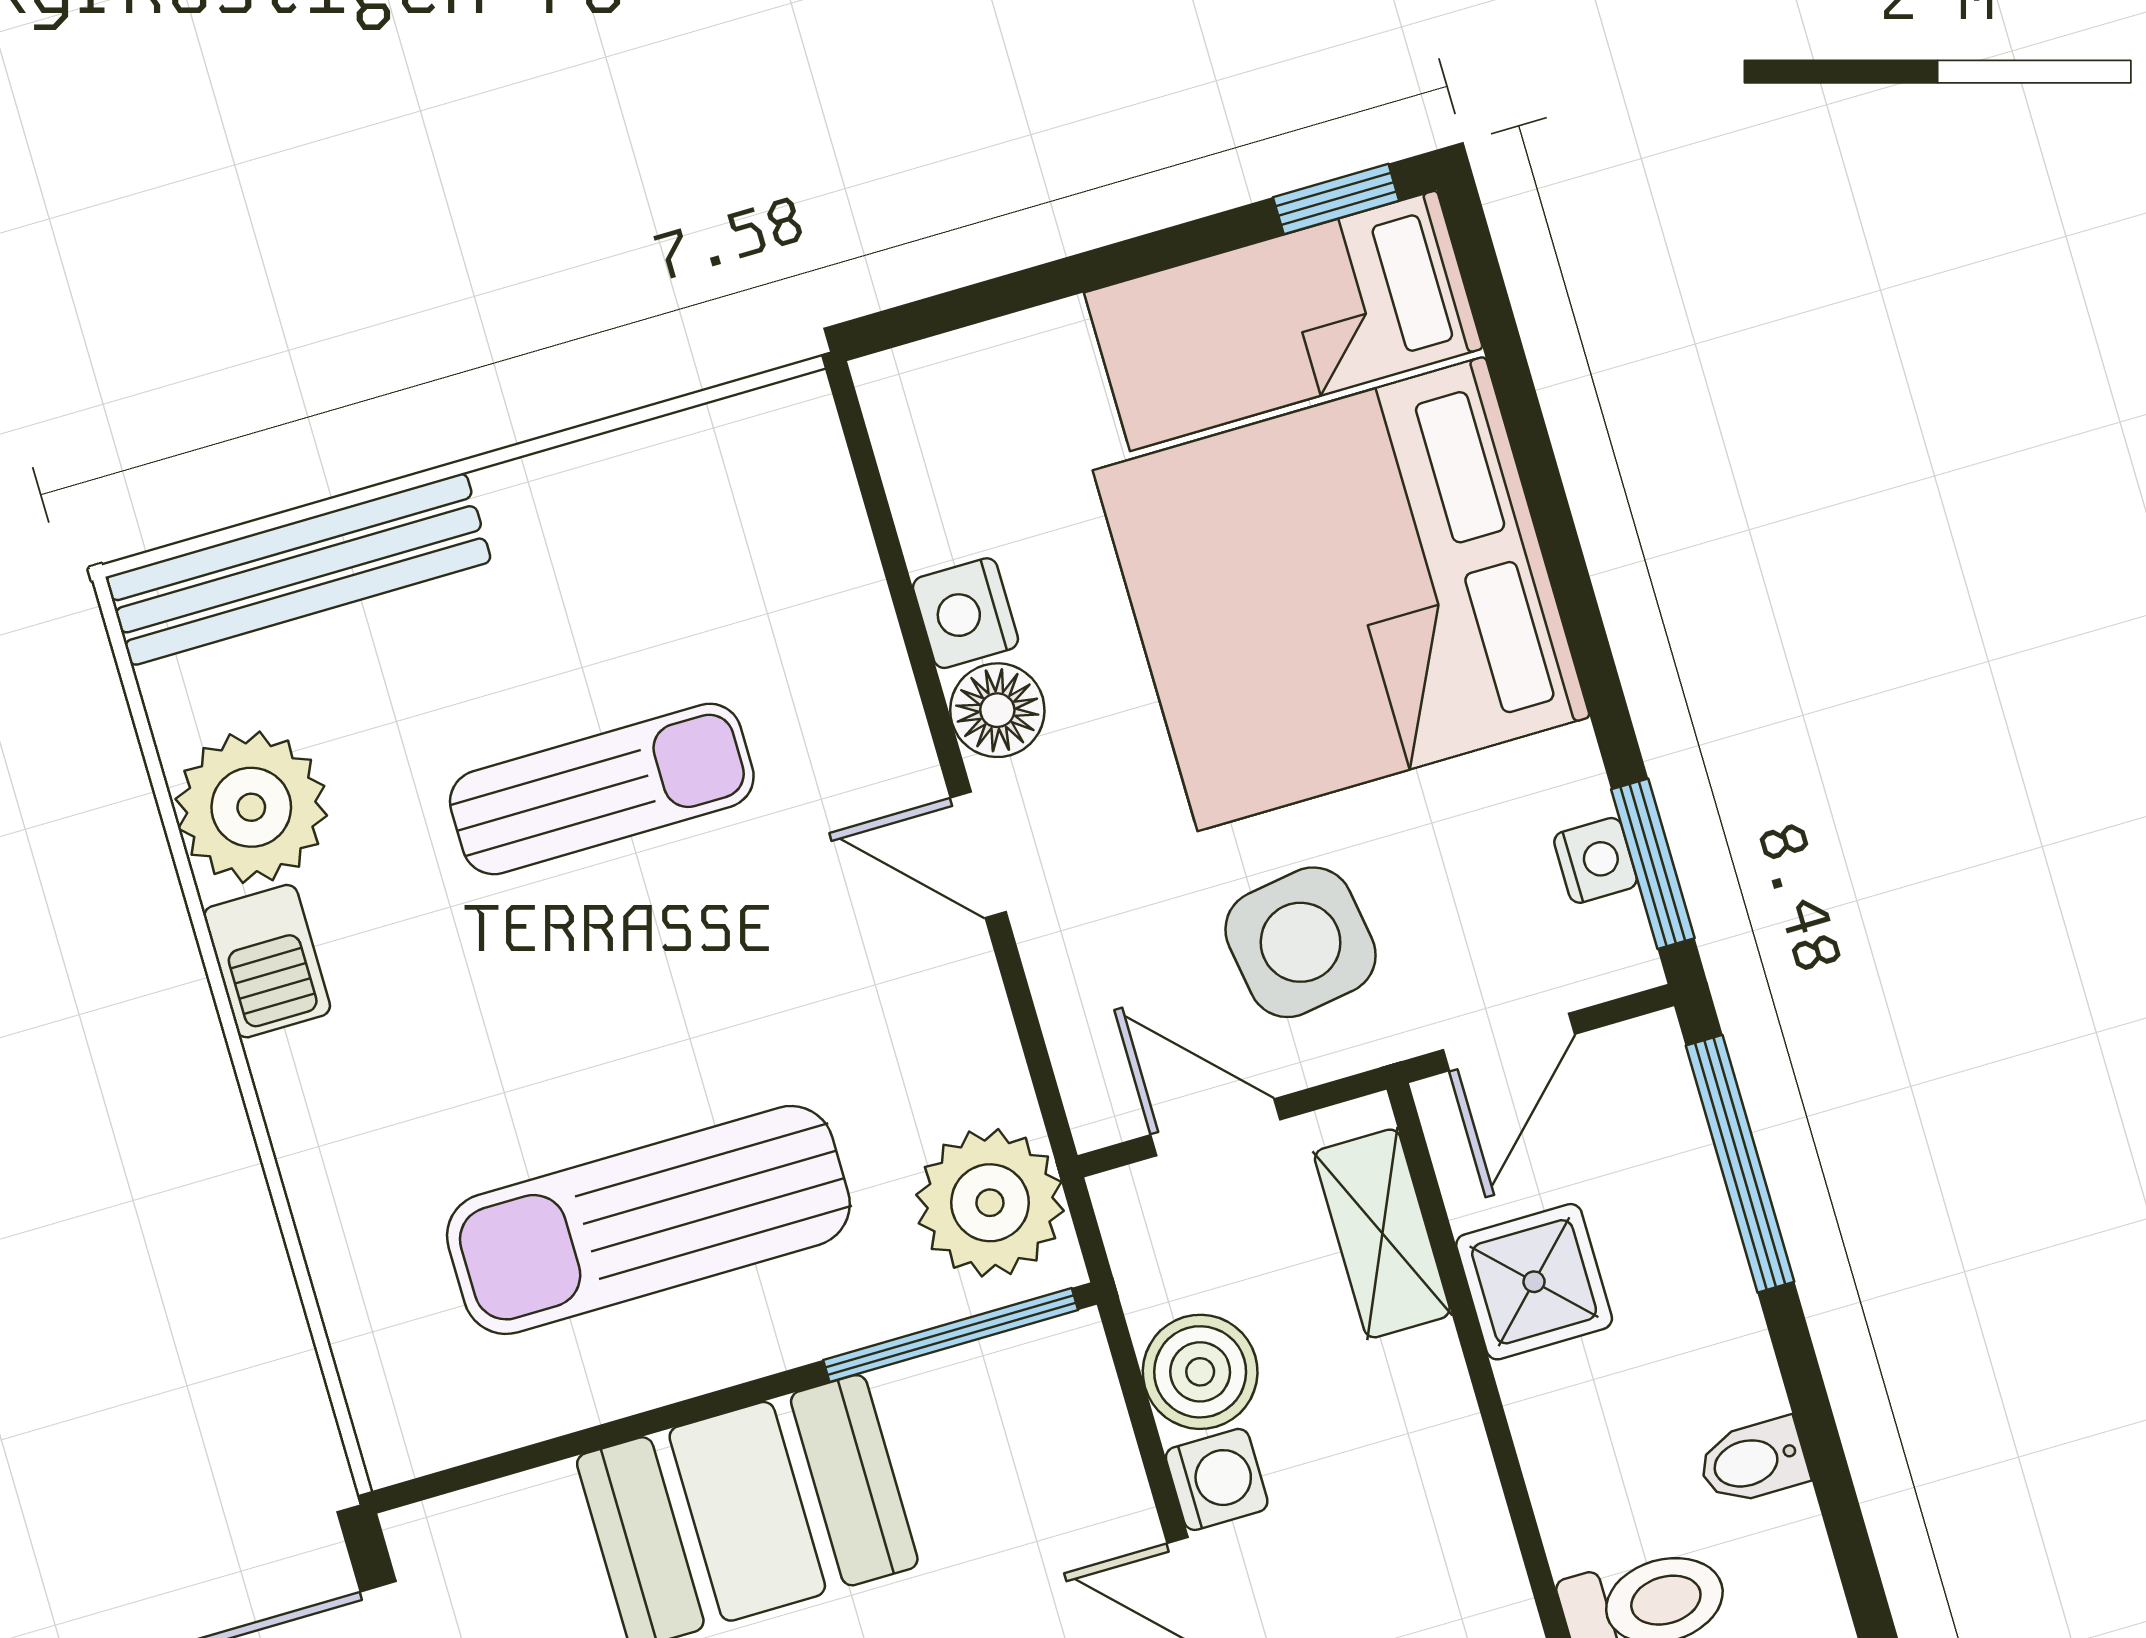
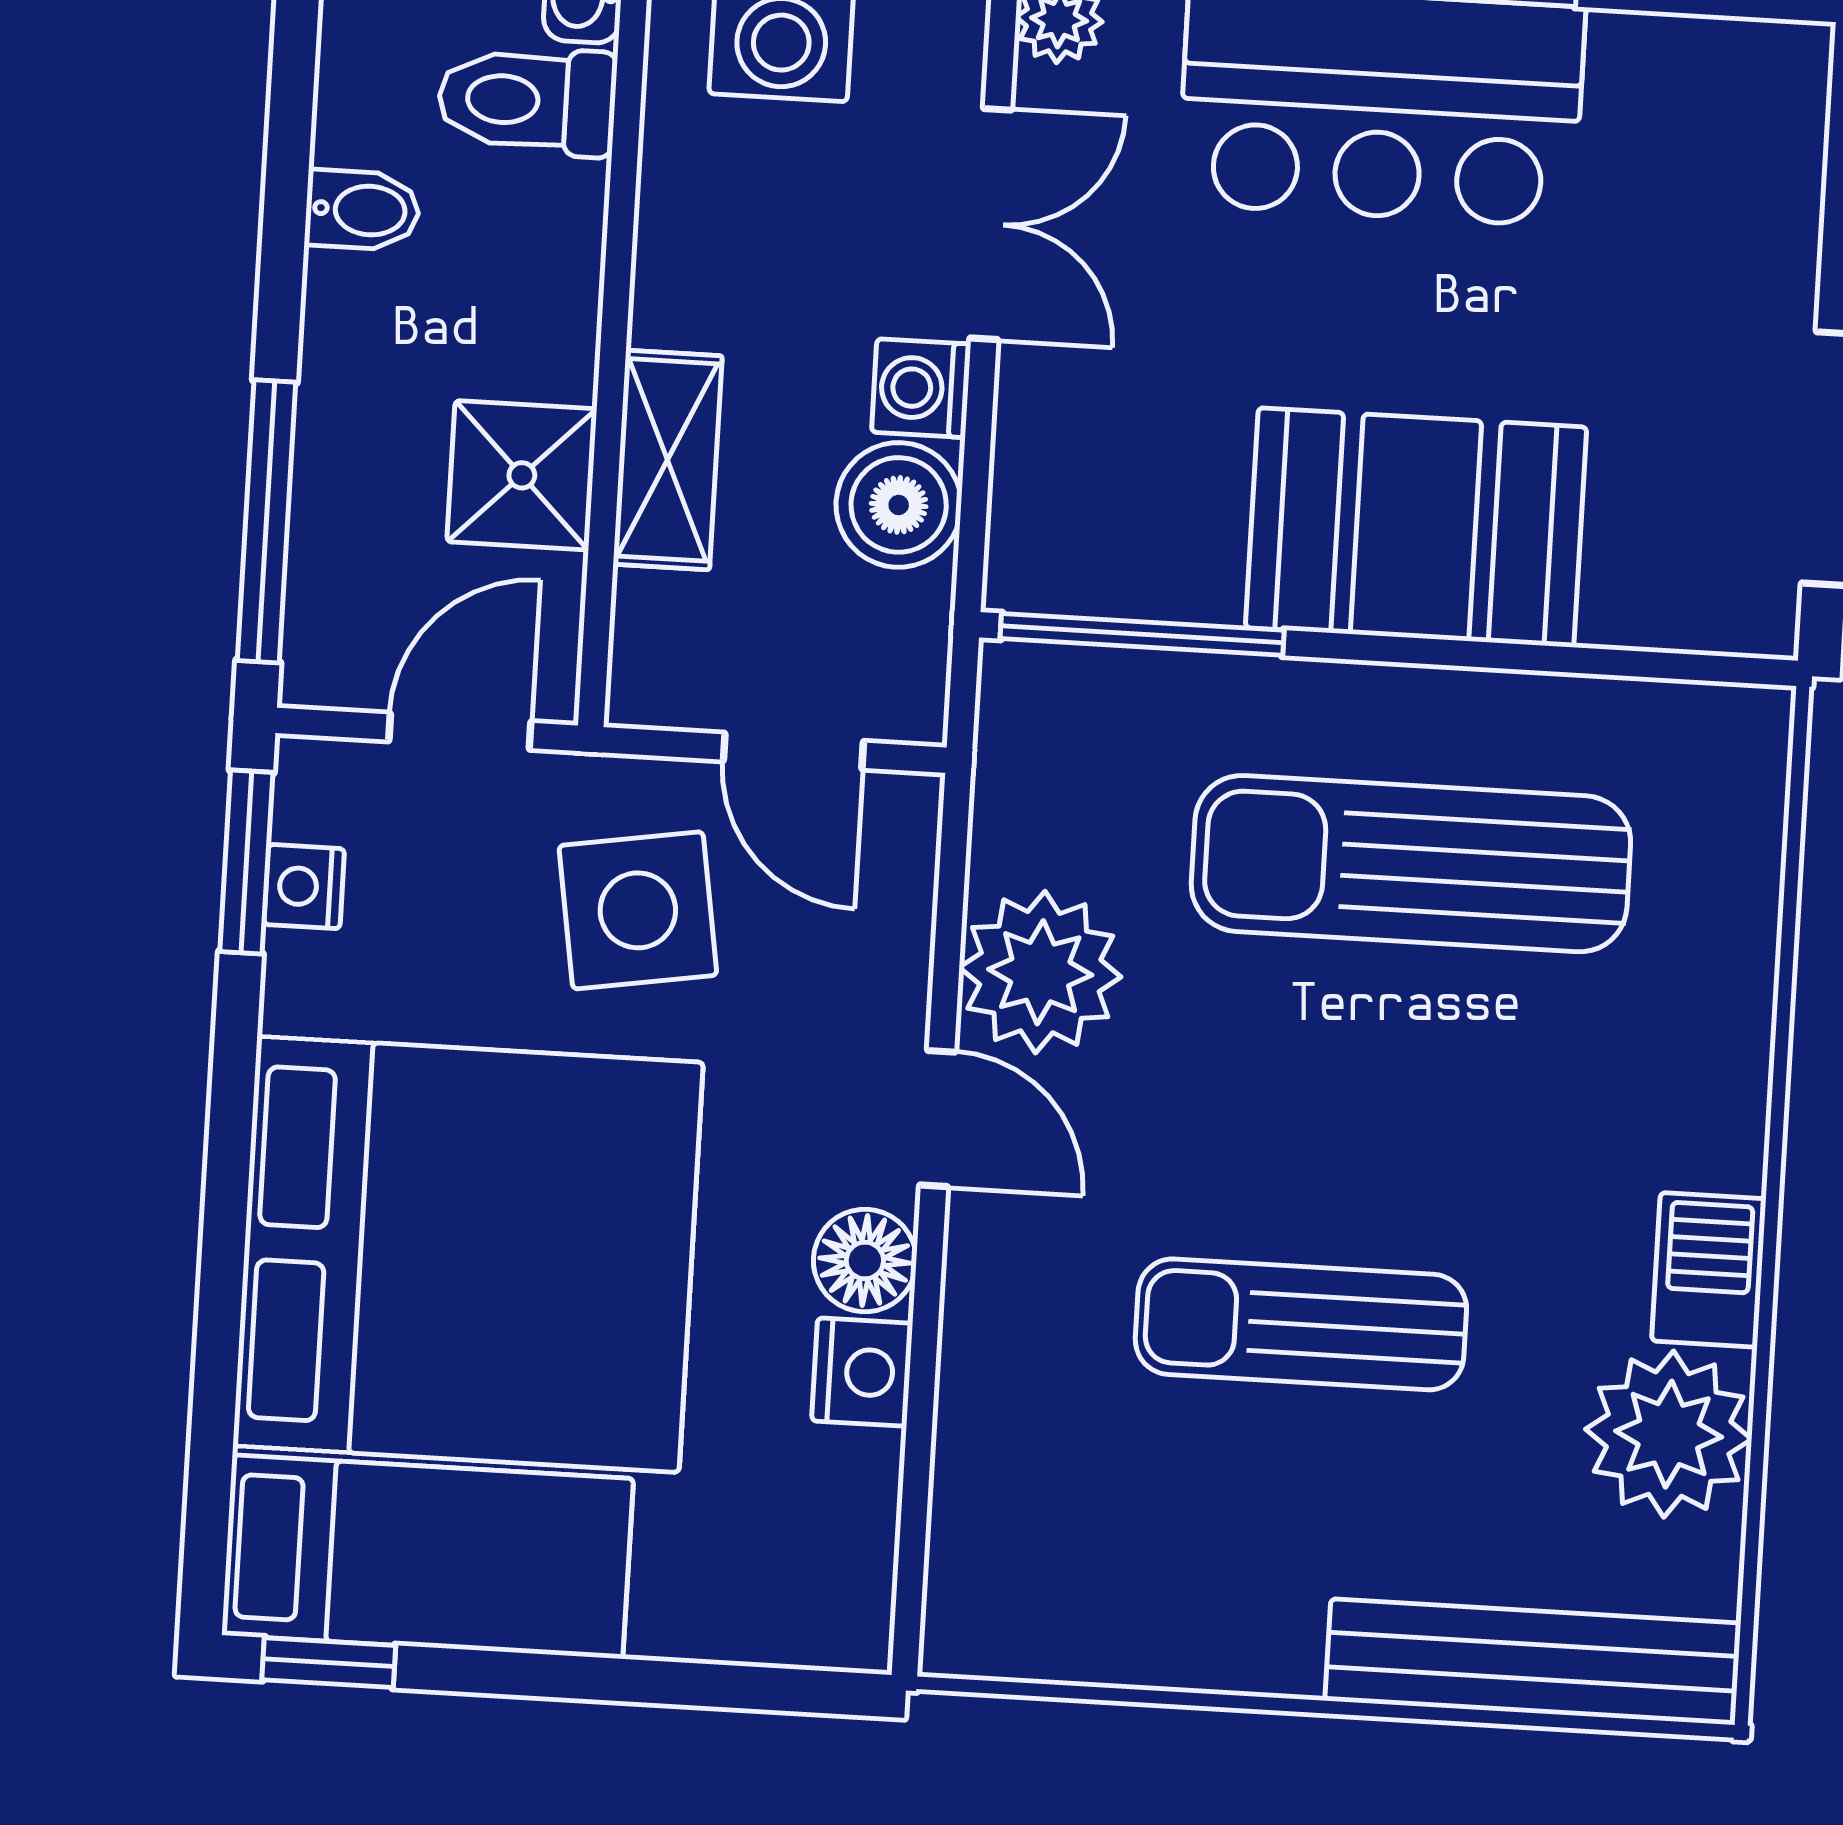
plant: (990, 1203) -> (1040, 972), moved
sun lounger: (648, 1220) -> (1411, 864), turned 180
shelving: (1382, 1233) -> (668, 460), moved

